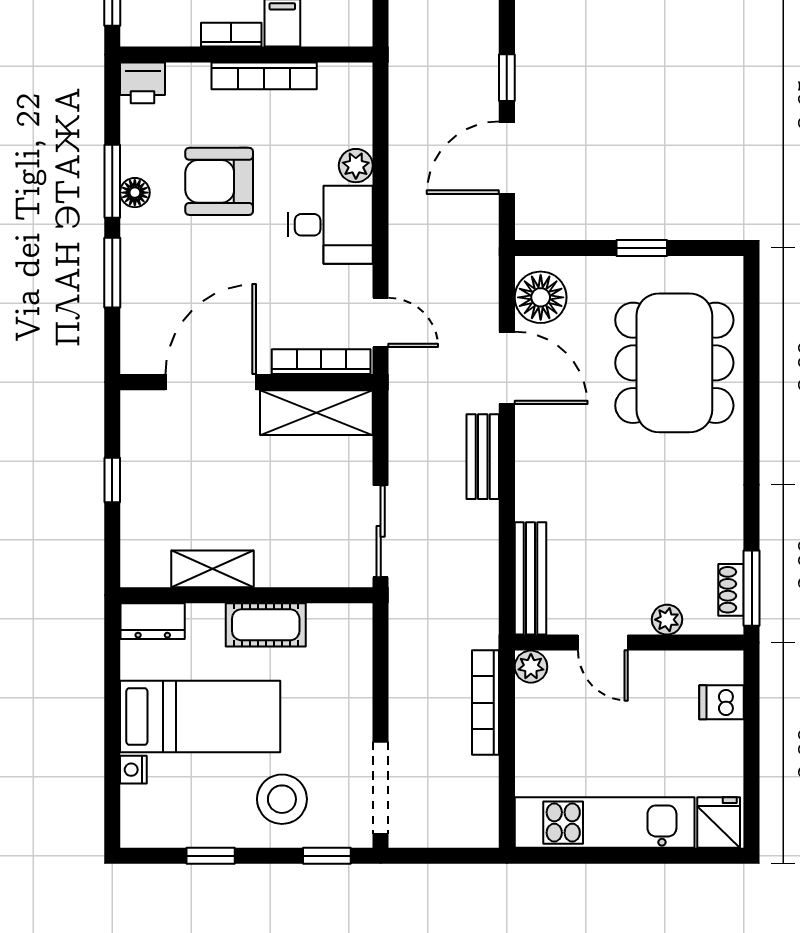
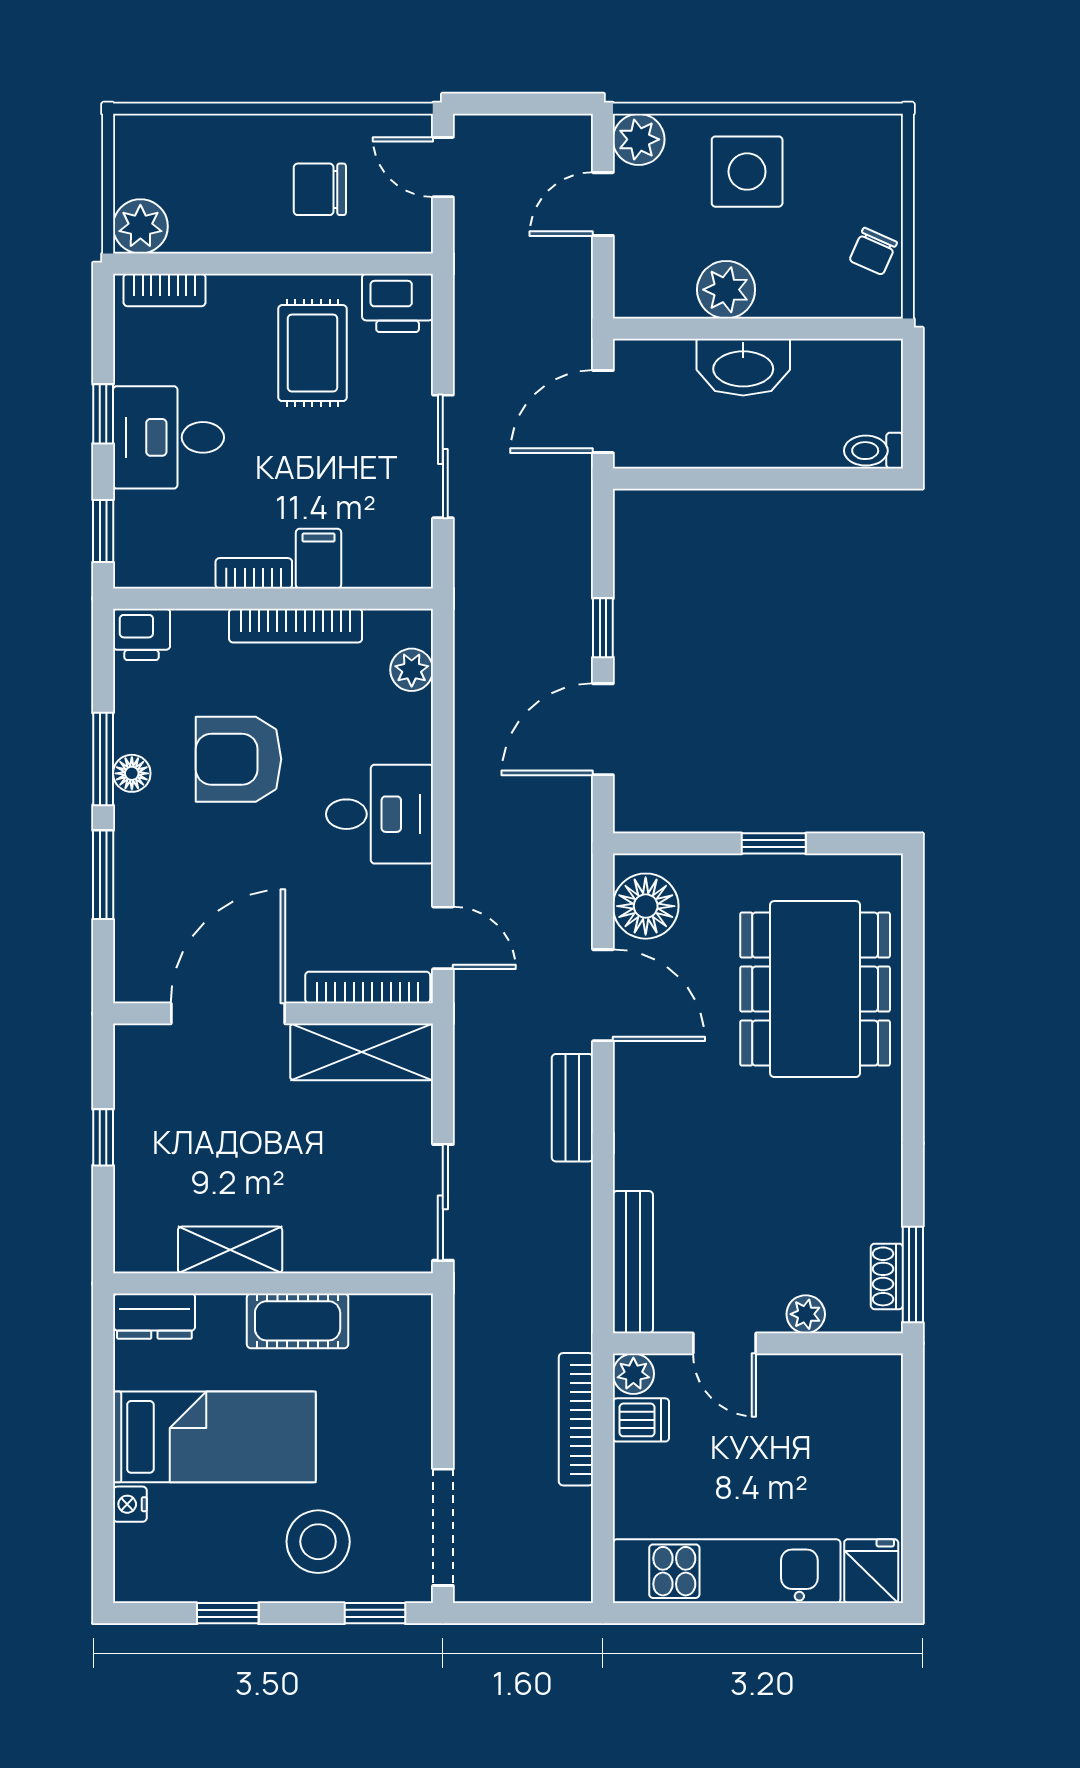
plant: (356, 166) -> (412, 670), moved
dishwasher: (722, 702) -> (641, 1420), moved, turned 180

